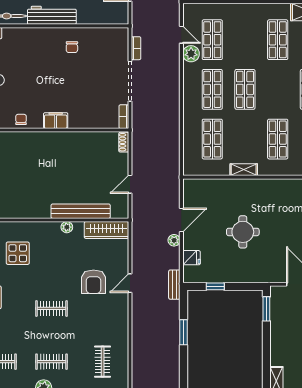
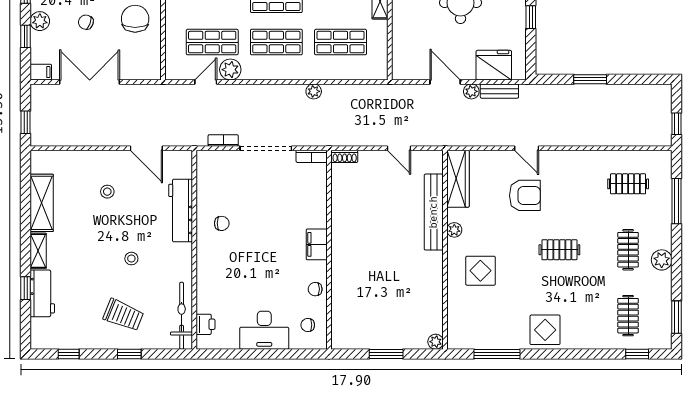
workbench: (52, 15) -> (181, 210), moved
plant: (174, 118) -> (314, 91), added
display table: (18, 253) -> (480, 271), moved
fridge: (191, 258) -> (494, 65), width x1.88, depth x1.34
bench: (174, 285) -> (499, 91), moved
window: (215, 286) -> (531, 17), moved
clothes rail: (52, 308) -> (559, 250), turned 90

